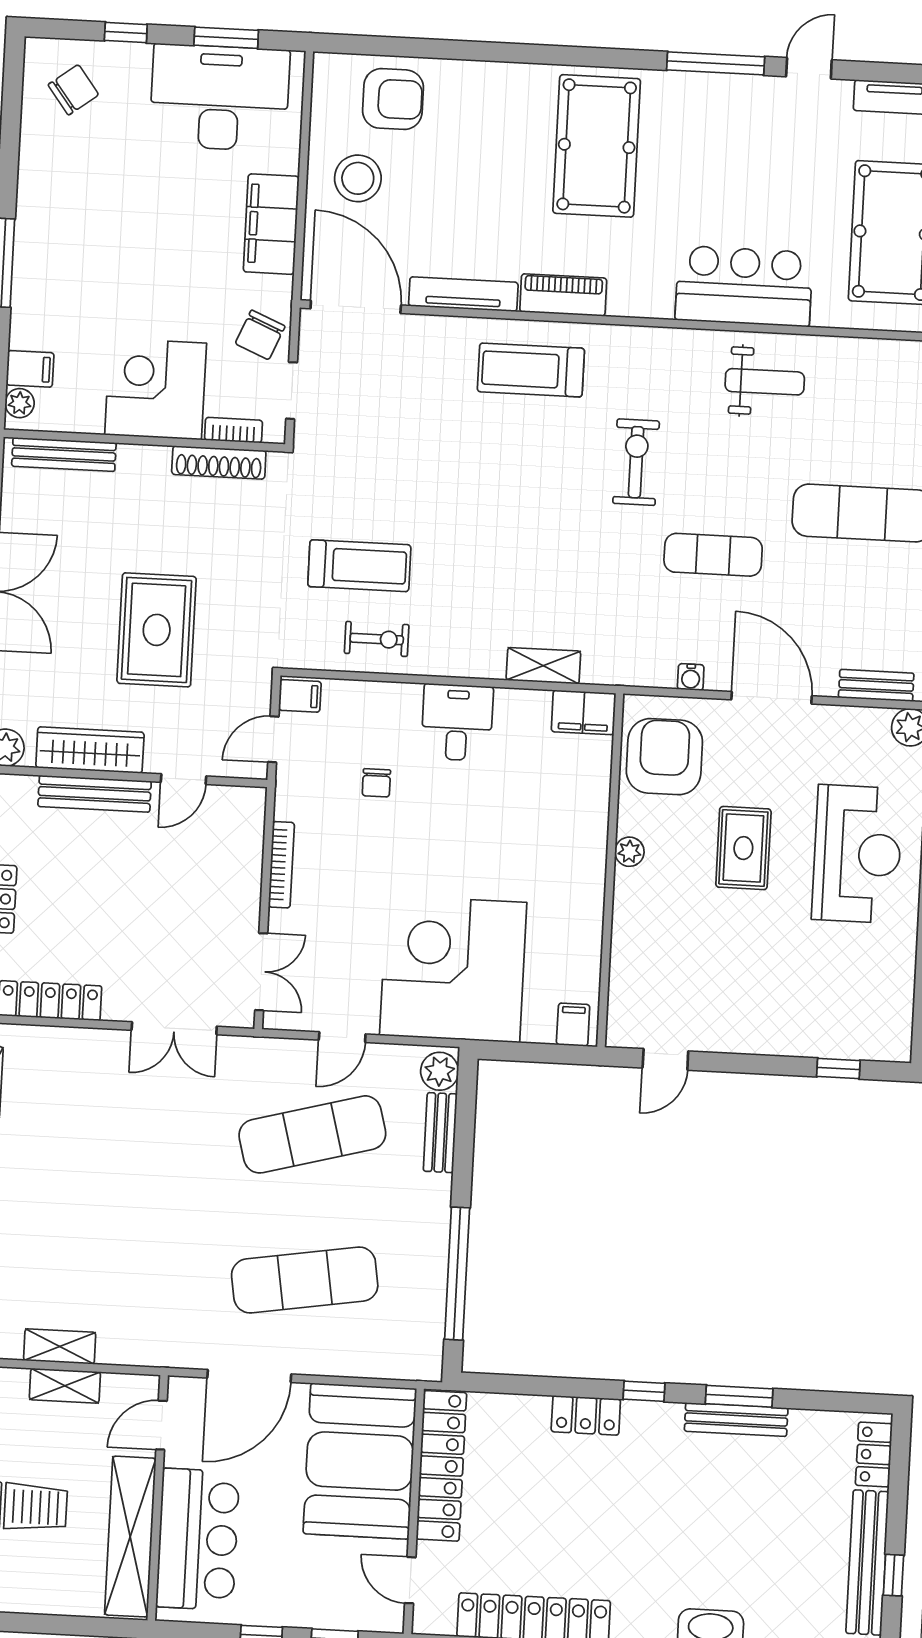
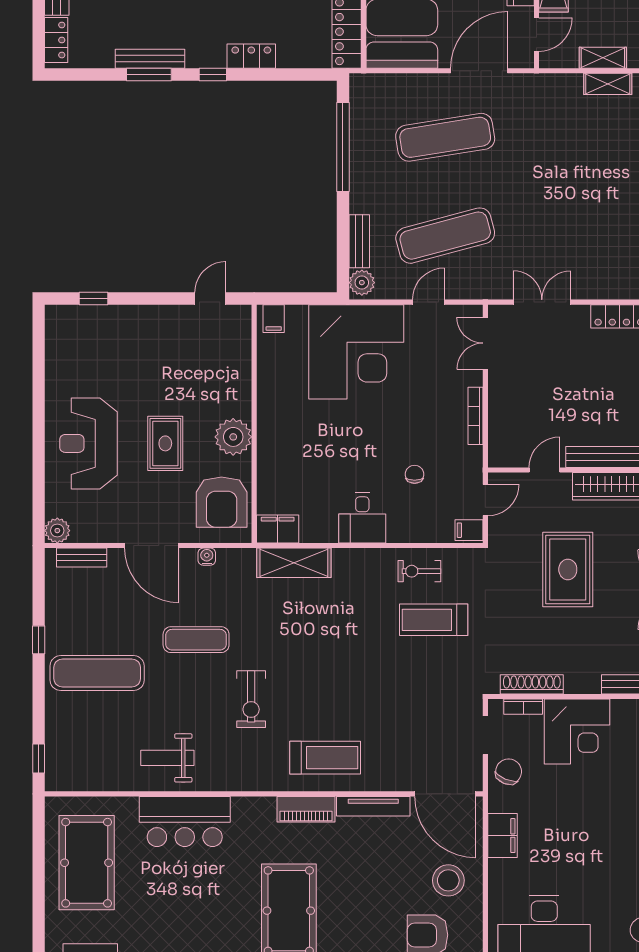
filing cabinet: (271, 224) -> (503, 836), width x0.67, depth x0.86
shelving: (543, 666) -> (294, 563), width x1.50, depth x1.33
plant: (629, 852) -> (233, 437), width x1.88, depth x1.88

